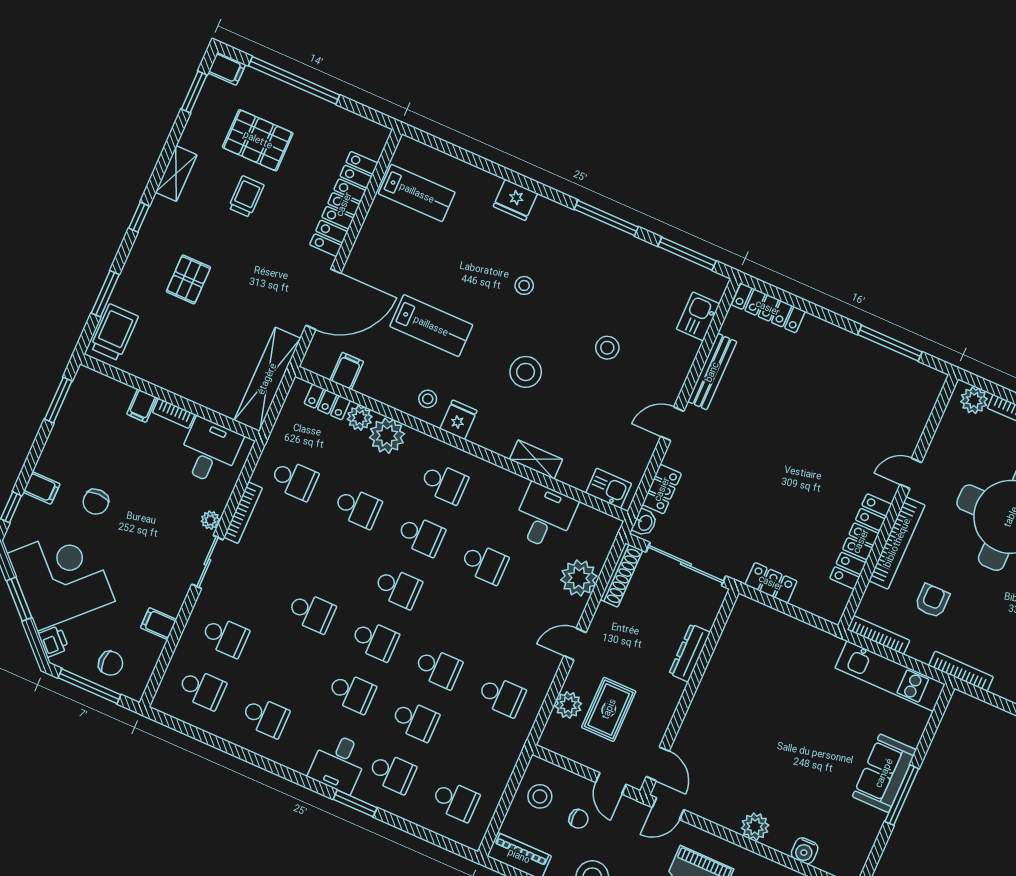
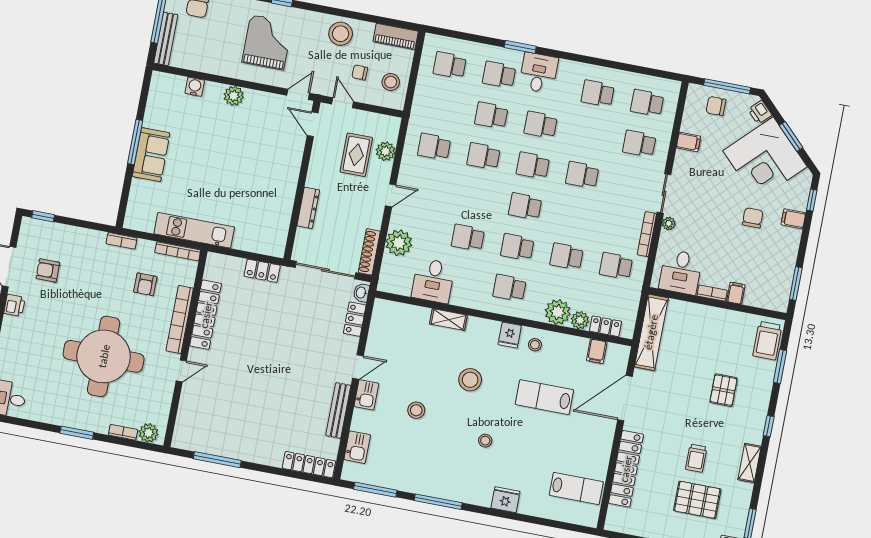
lab bench: (417, 193) -> (576, 488), turned 180
kitchen sink: (609, 488) -> (366, 395), moved, turned -90
bookcase: (961, 671) -> (122, 241), width x0.64
kitchen unit: (890, 676) -> (194, 230), moved

